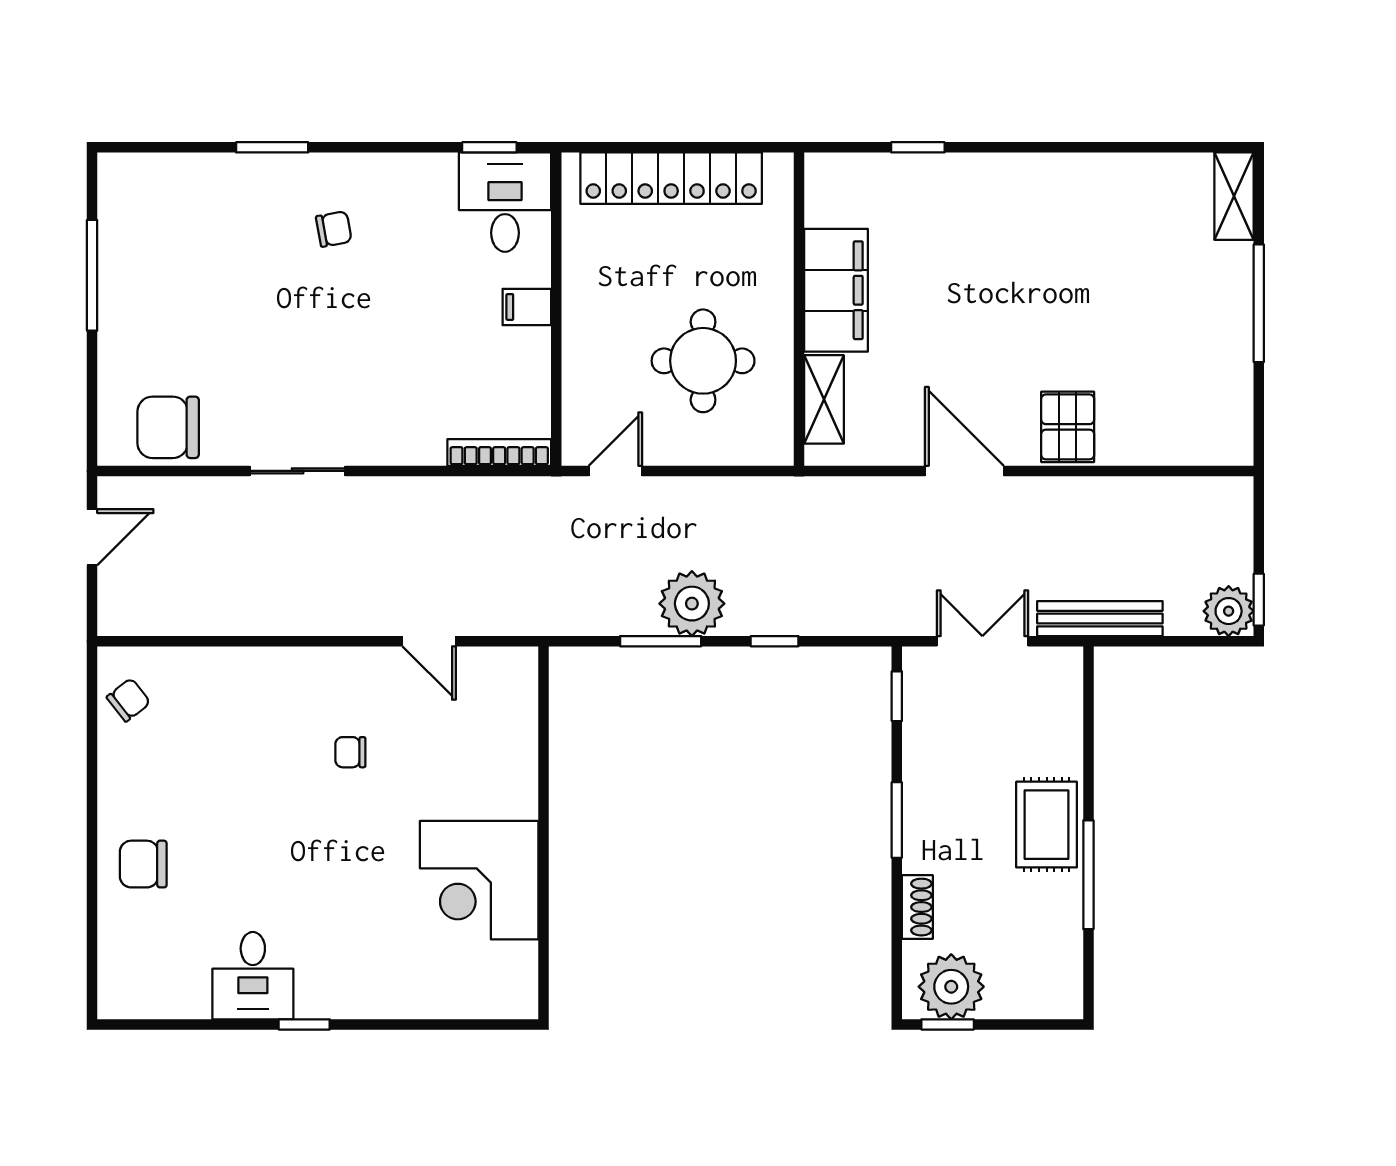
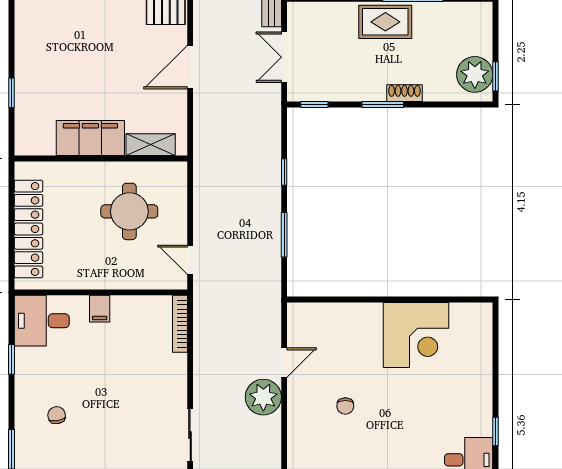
window: (489, 147) -> (11, 359), moved
plant: (692, 604) -> (263, 397), moved
shoe rack: (917, 907) -> (404, 93), moved

